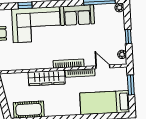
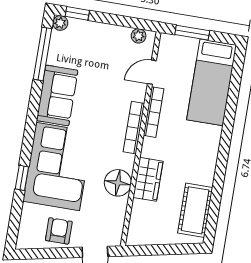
window: (128, 37) -> (77, 13), moved
floor lamp: (35, 61) -> (118, 183), added
wardrobe: (47, 78) -> (148, 179), width x0.67

